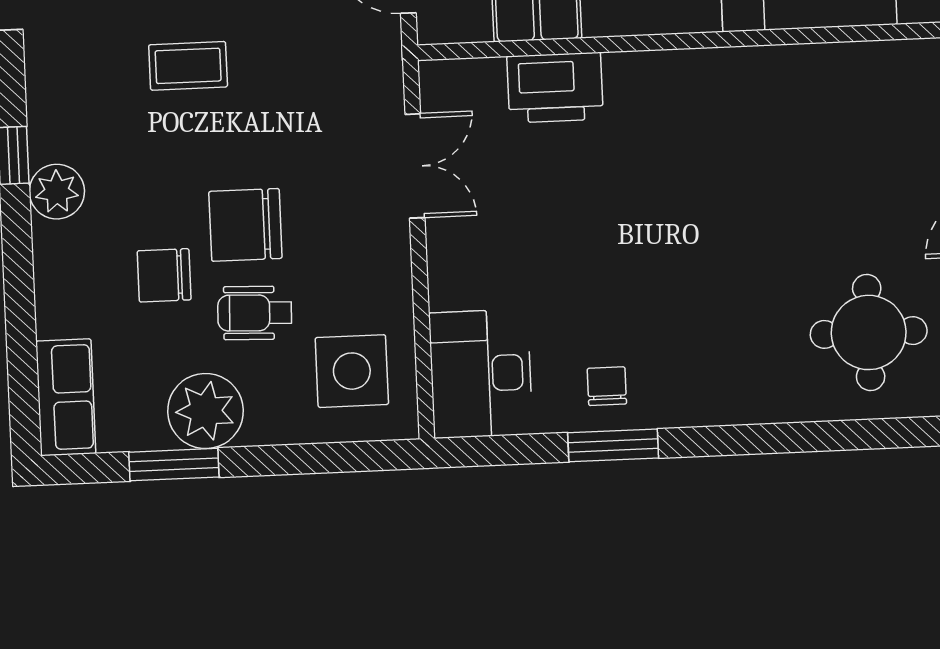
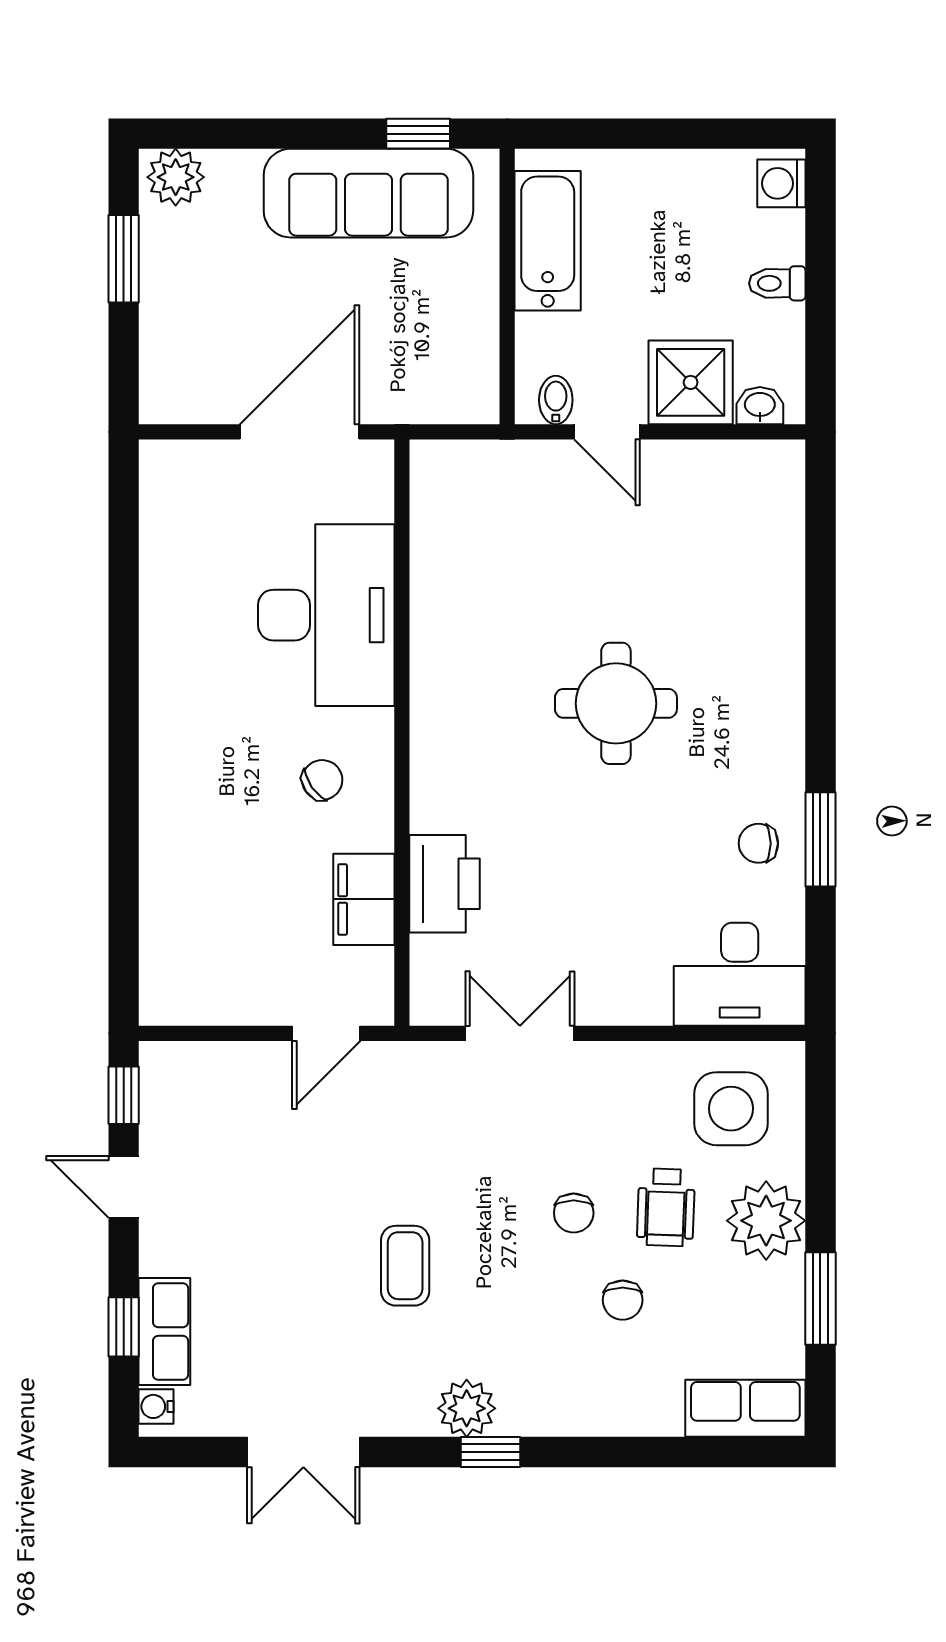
plant: (57, 192) -> (467, 1408), moved
chair: (245, 225) -> (574, 1213), width x0.54, depth x0.54
chair: (164, 275) -> (623, 1300), width x0.73, depth x0.73
round table: (869, 332) -> (616, 703), moved
plant: (205, 411) -> (766, 1221), moved

